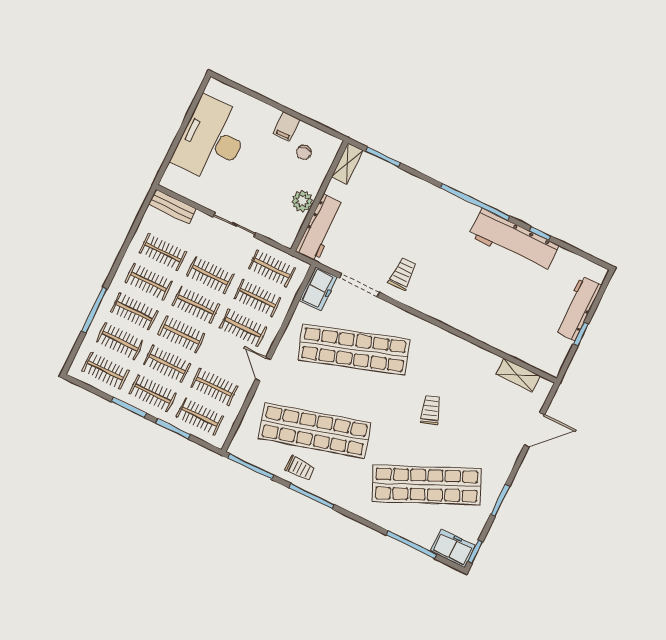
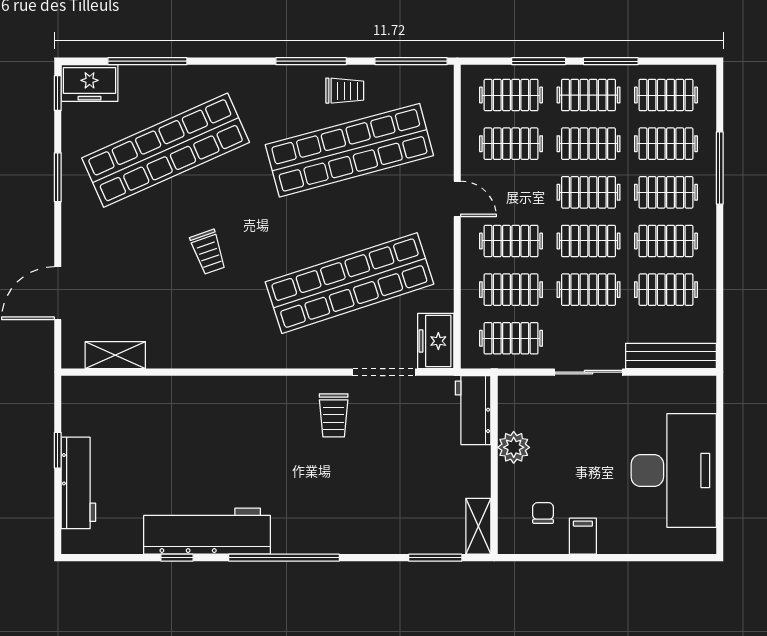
bench: (172, 207) -> (671, 356), width x1.36
workbench: (320, 228) -> (473, 410), width x0.73
trolley: (300, 468) -> (345, 91), turned 180

